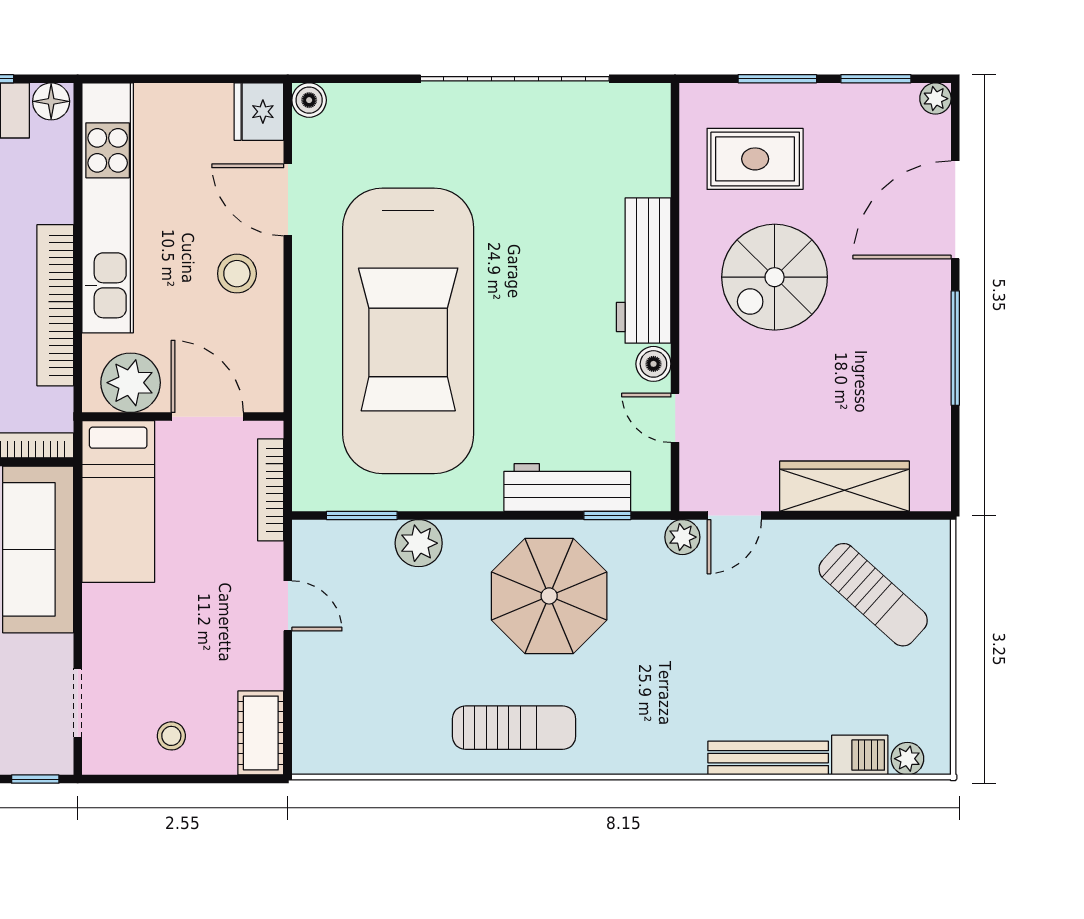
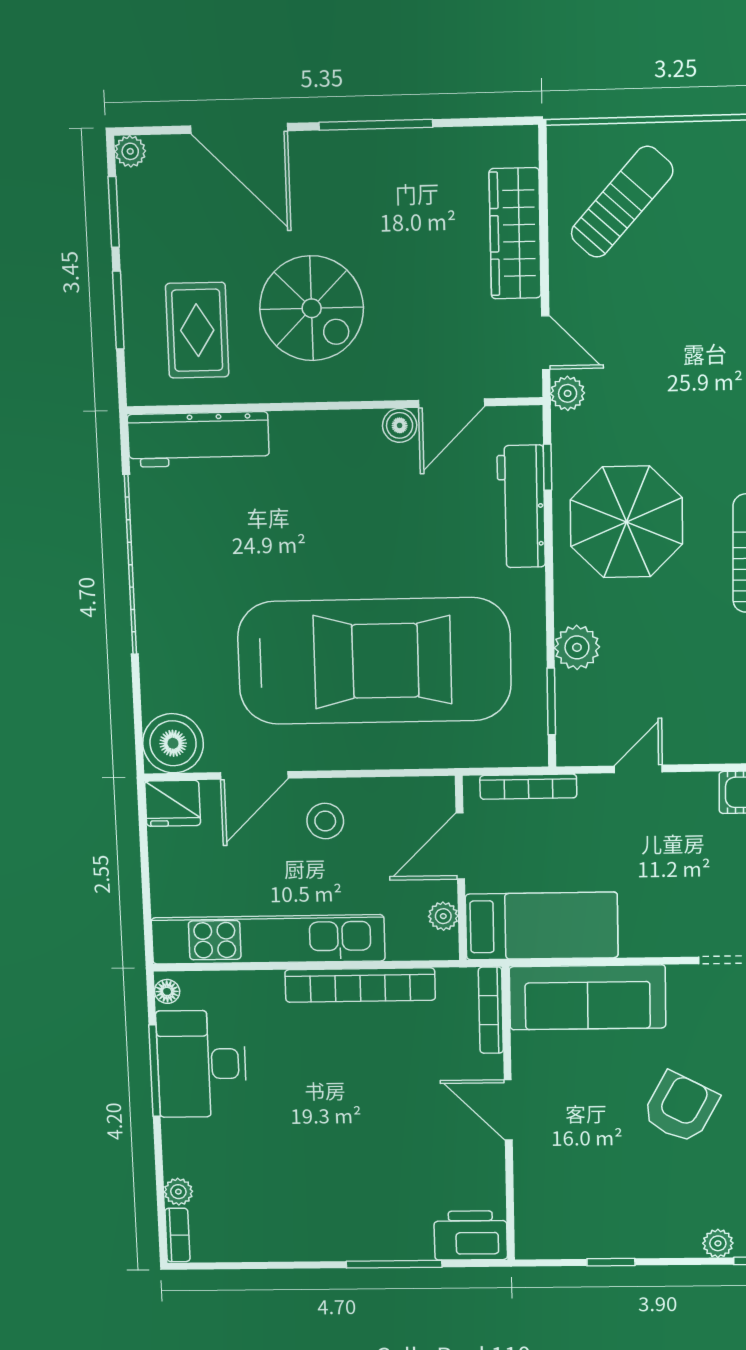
boiler: (309, 100) -> (173, 743), width x1.86, depth x1.86
floor lamp: (51, 101) -> (167, 991), width x0.73, depth x0.73
workbench: (644, 271) -> (198, 439), moved
plant: (131, 383) -> (443, 916), width x0.53, depth x0.53
door: (675, 418) -> (451, 403), width x1.38

